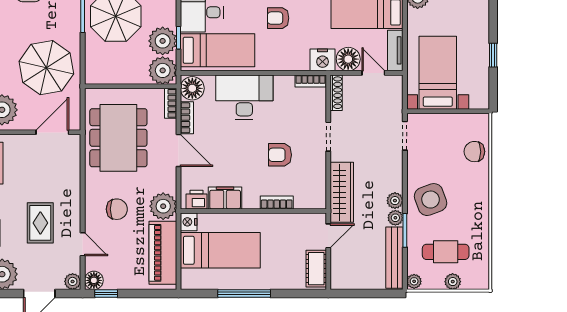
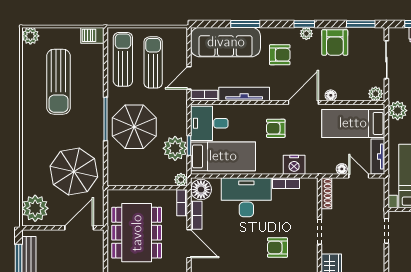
floor lamp: (348, 59) -> (342, 169), width x0.53, depth x0.53
nightstand: (323, 60) -> (294, 165), moved
plant: (163, 70) -> (181, 180), width x0.53, depth x0.53
bookcase: (310, 81) -> (286, 183), moved

